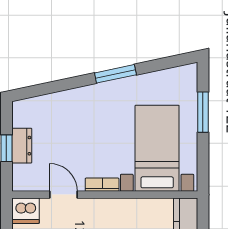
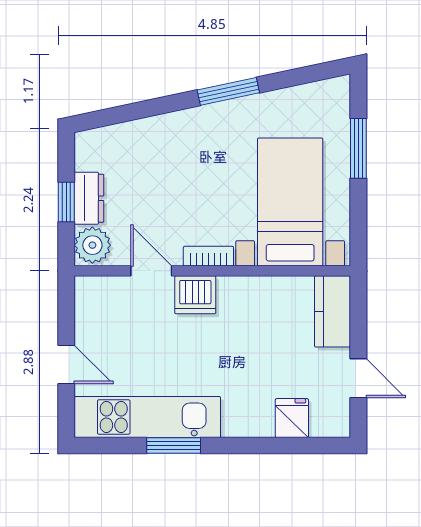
plant: (24, 177) -> (92, 245), added
dishwasher: (25, 211) -> (195, 295), moved

